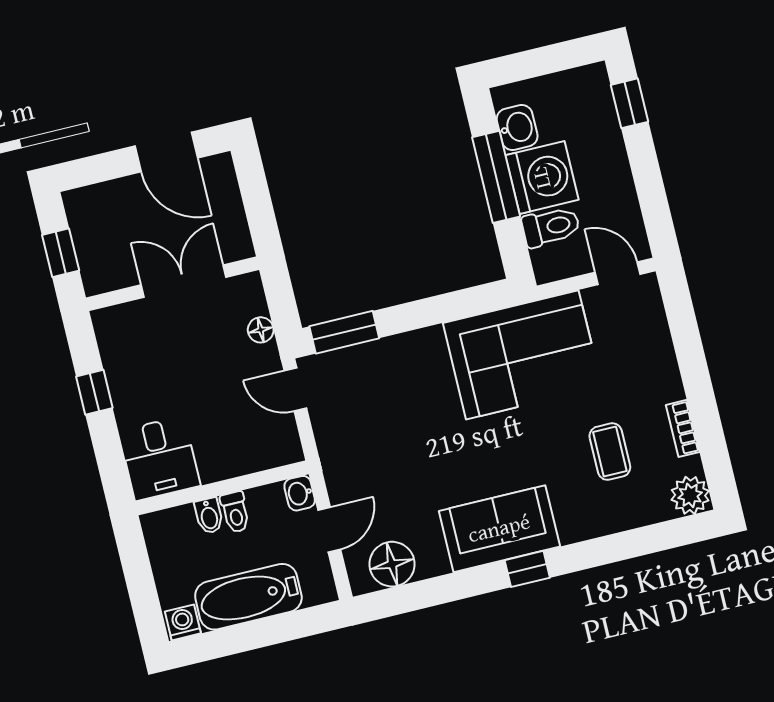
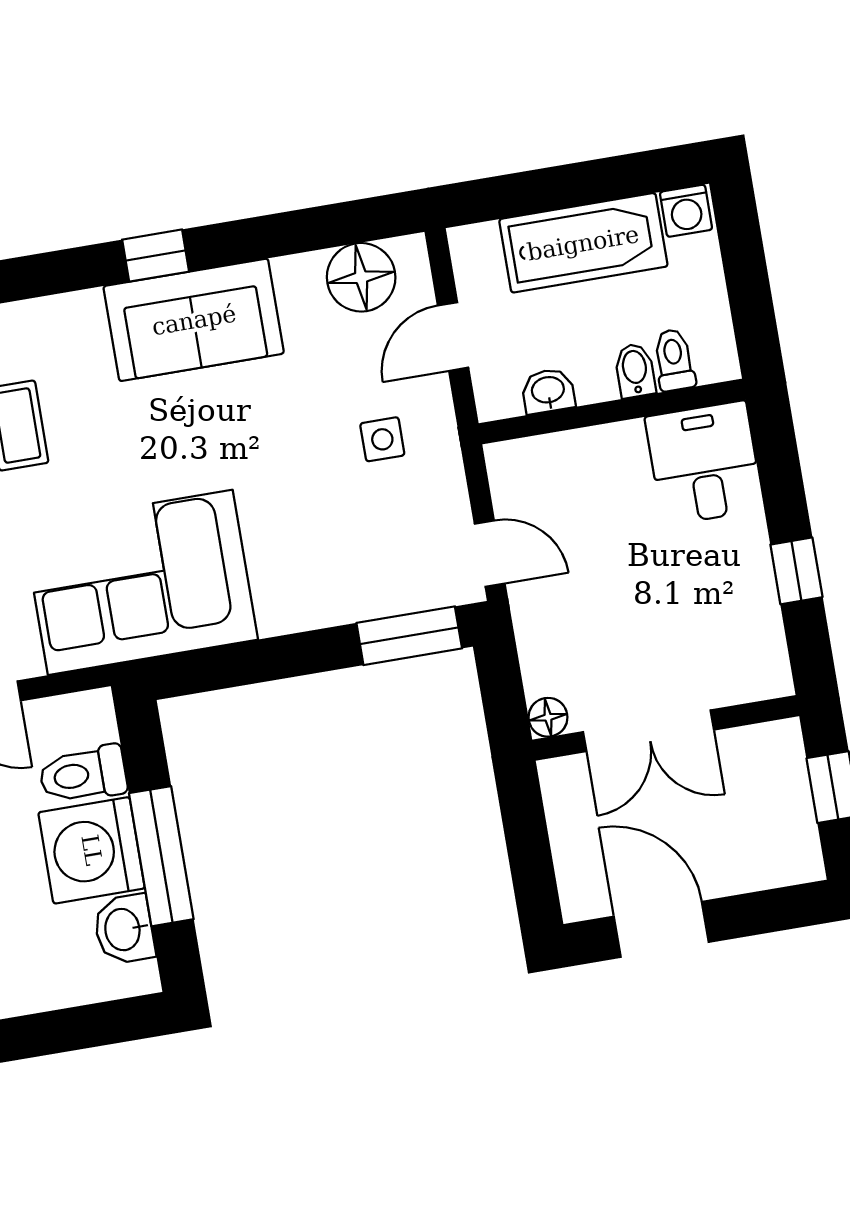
floor lamp: (261, 330) -> (548, 717), moved
side table: (371, 459) -> (382, 439), added
washbasin: (300, 493) -> (548, 391), moved, turned -90
toilet: (235, 512) -> (674, 360), moved

